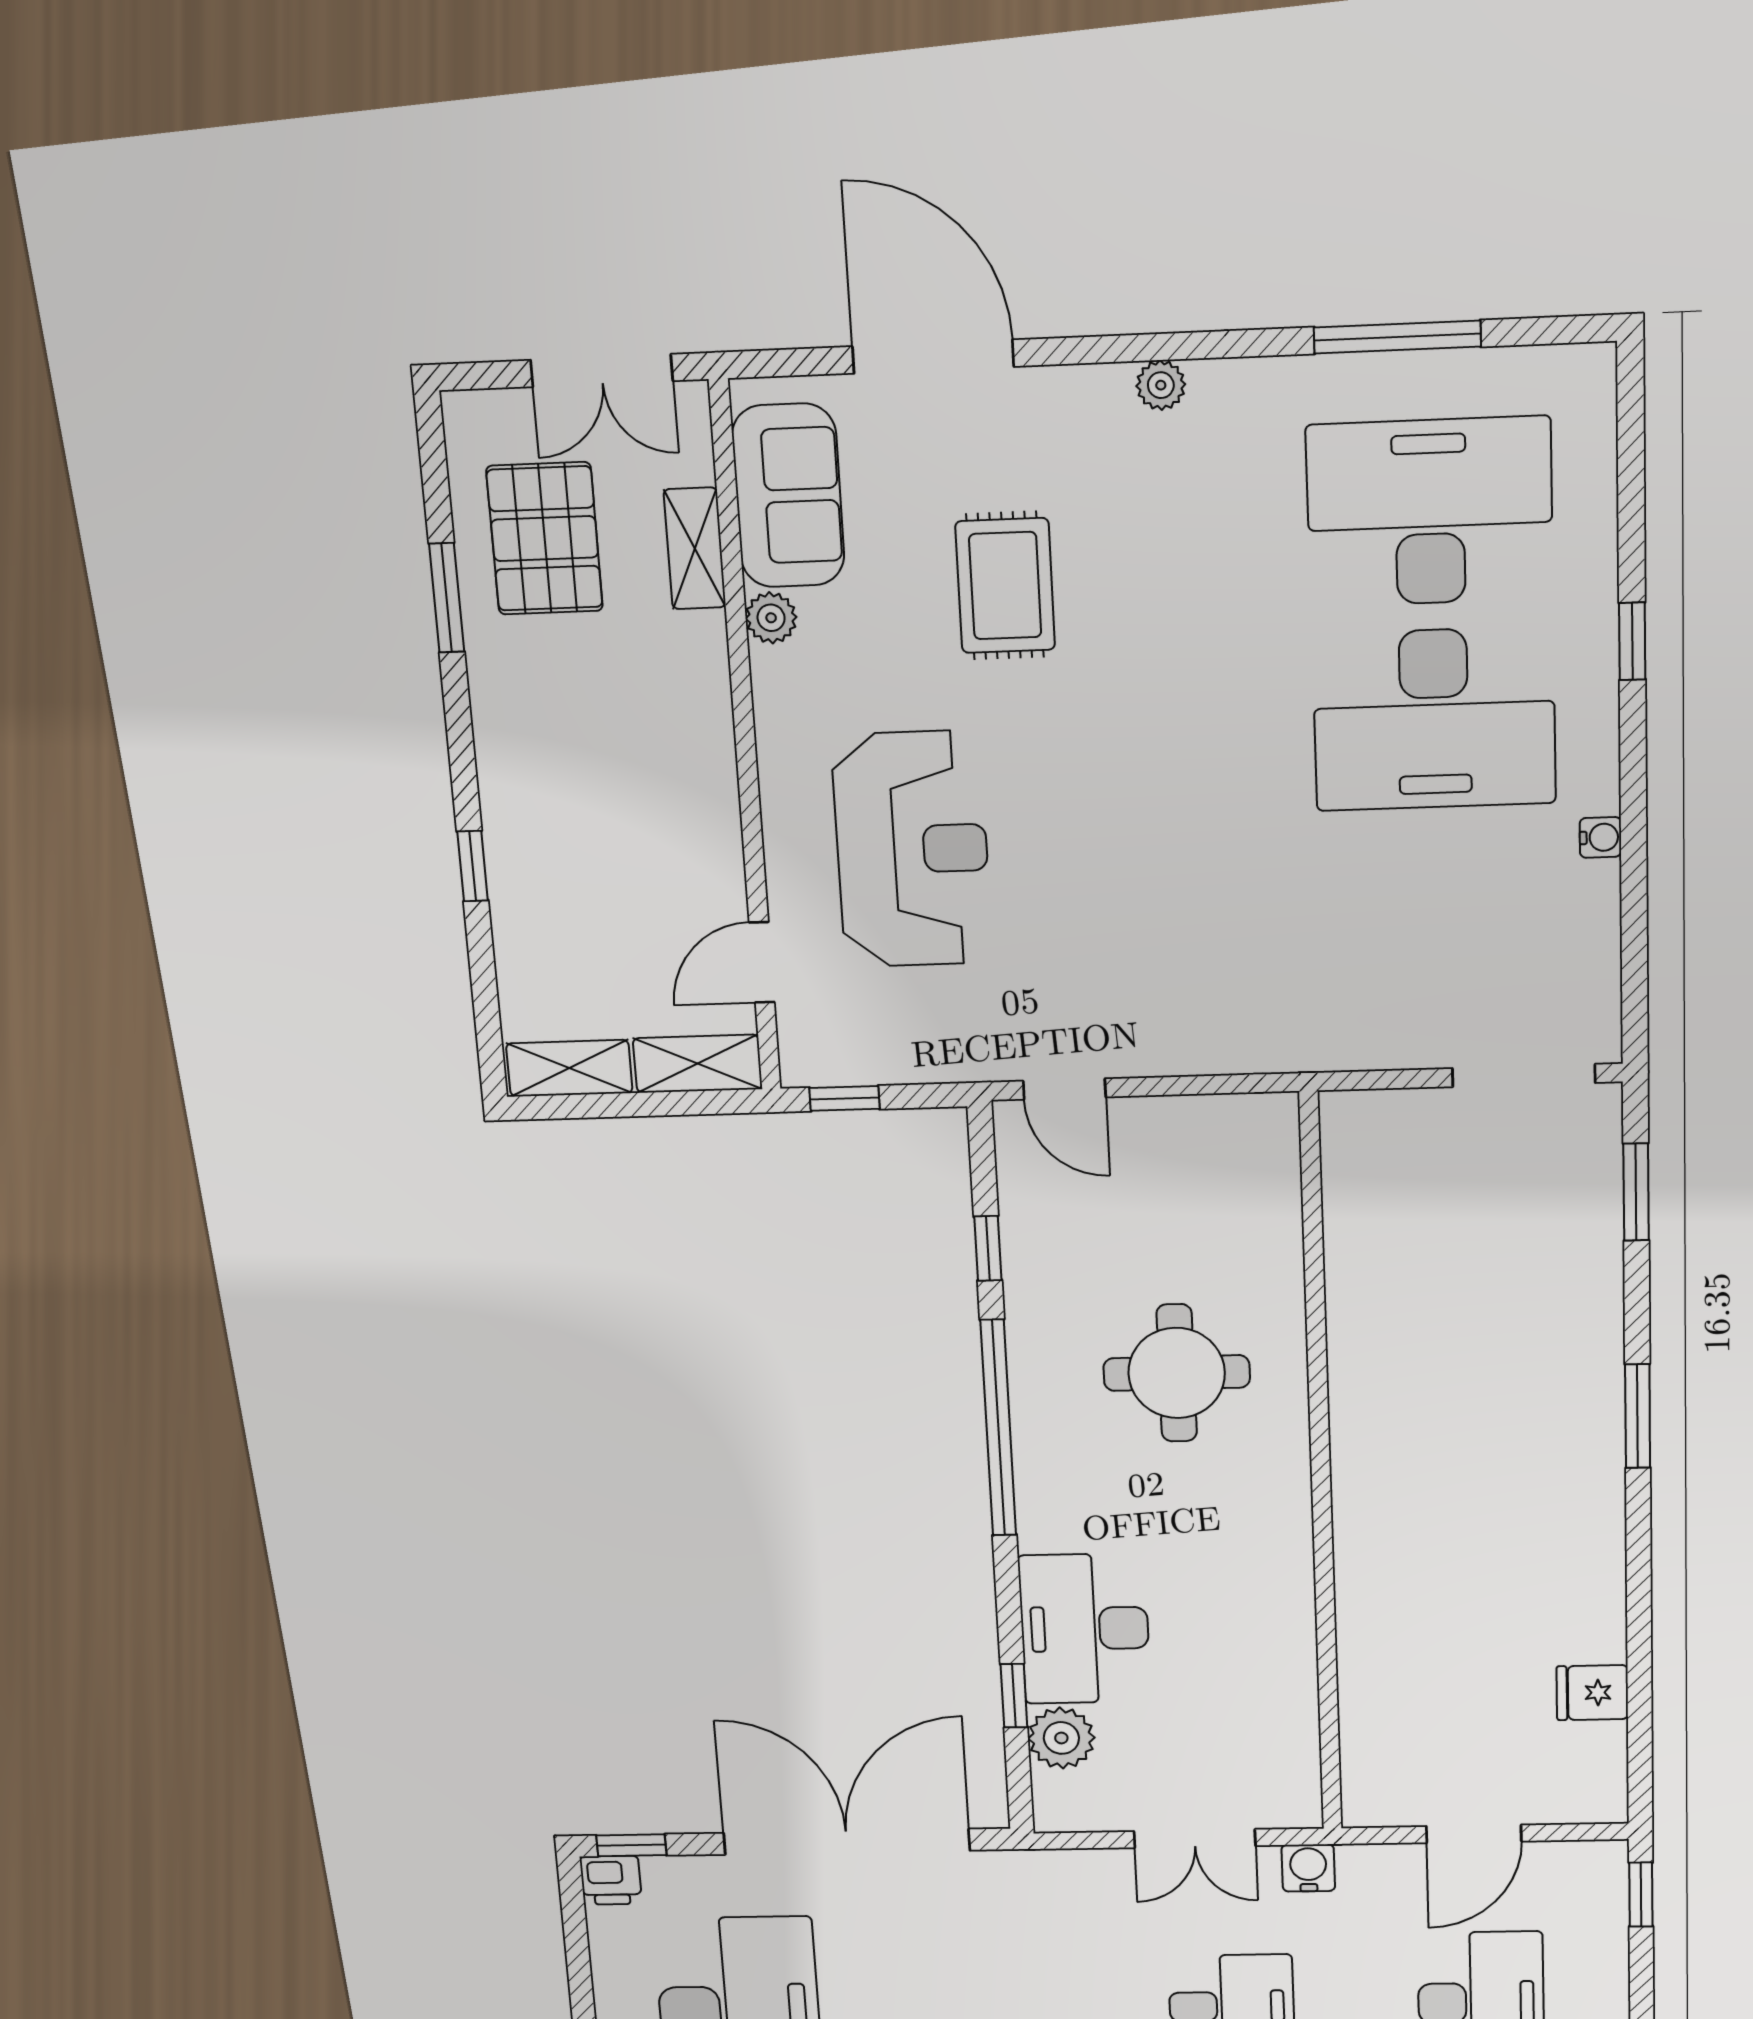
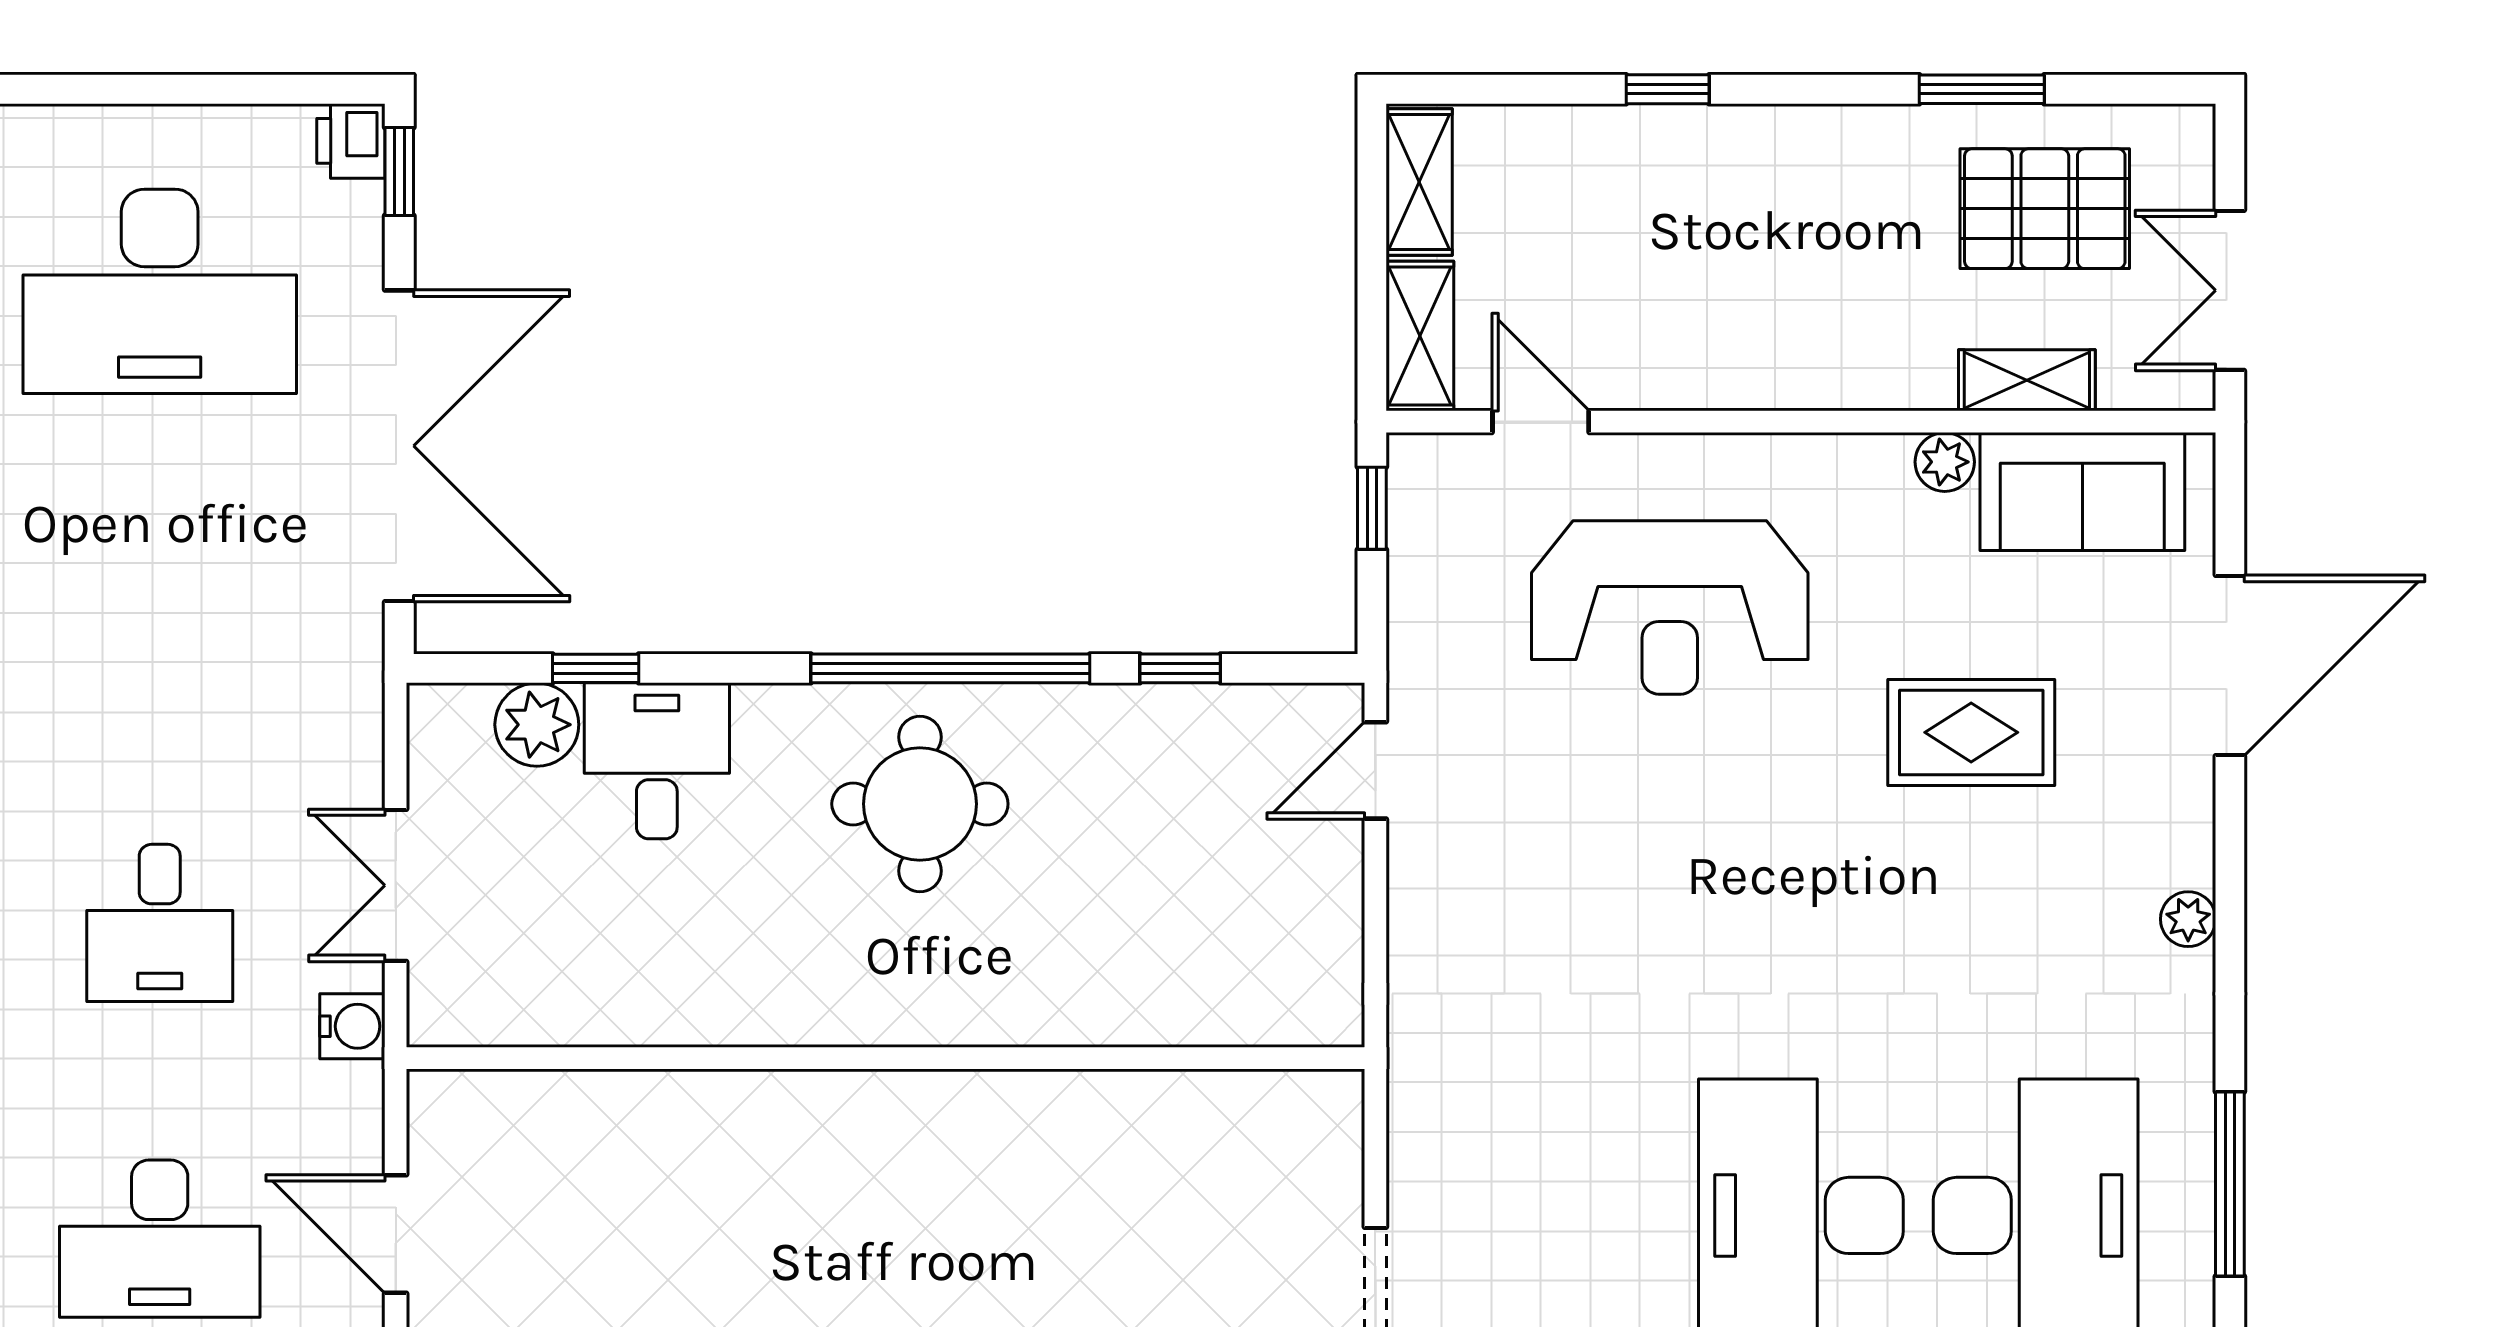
round table: (1177, 1373) -> (920, 804), moved
desk: (1085, 1629) -> (657, 761), width x0.73

